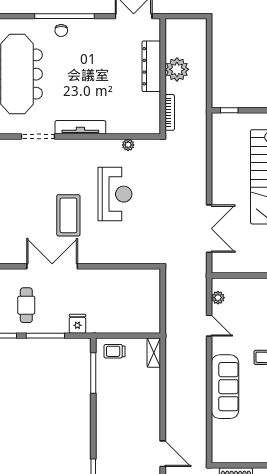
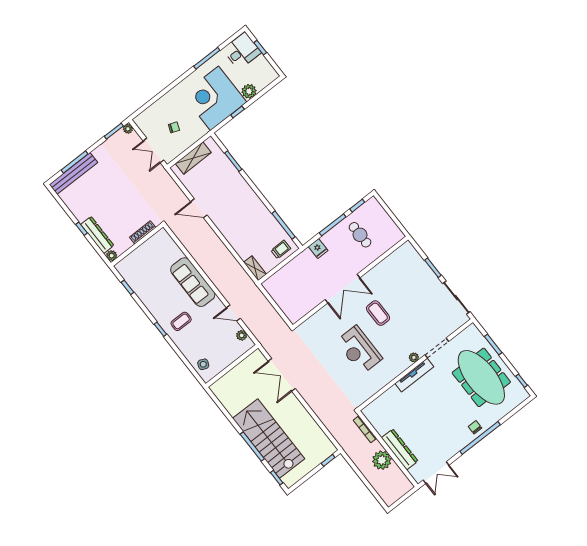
plant: (128, 145) -> (414, 357), moved
coffee table: (68, 215) -> (378, 313), width x0.73, depth x0.76
double door: (52, 266) -> (342, 289), moved

